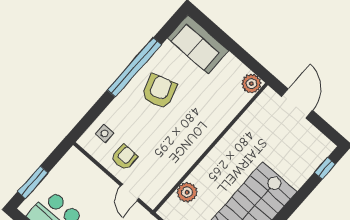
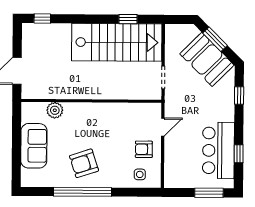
sofa: (198, 44) -> (34, 146), moved
plant: (251, 84) -> (55, 110), moved
plant: (187, 192) -> (132, 91), removed

